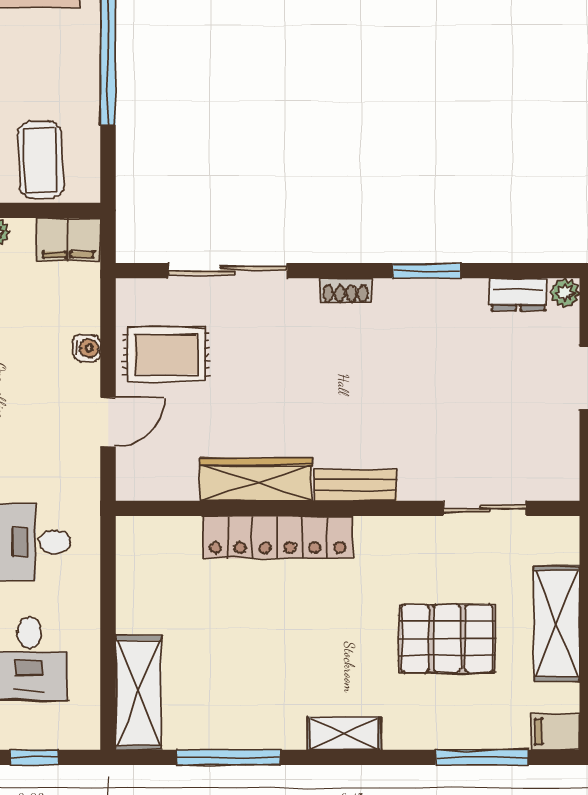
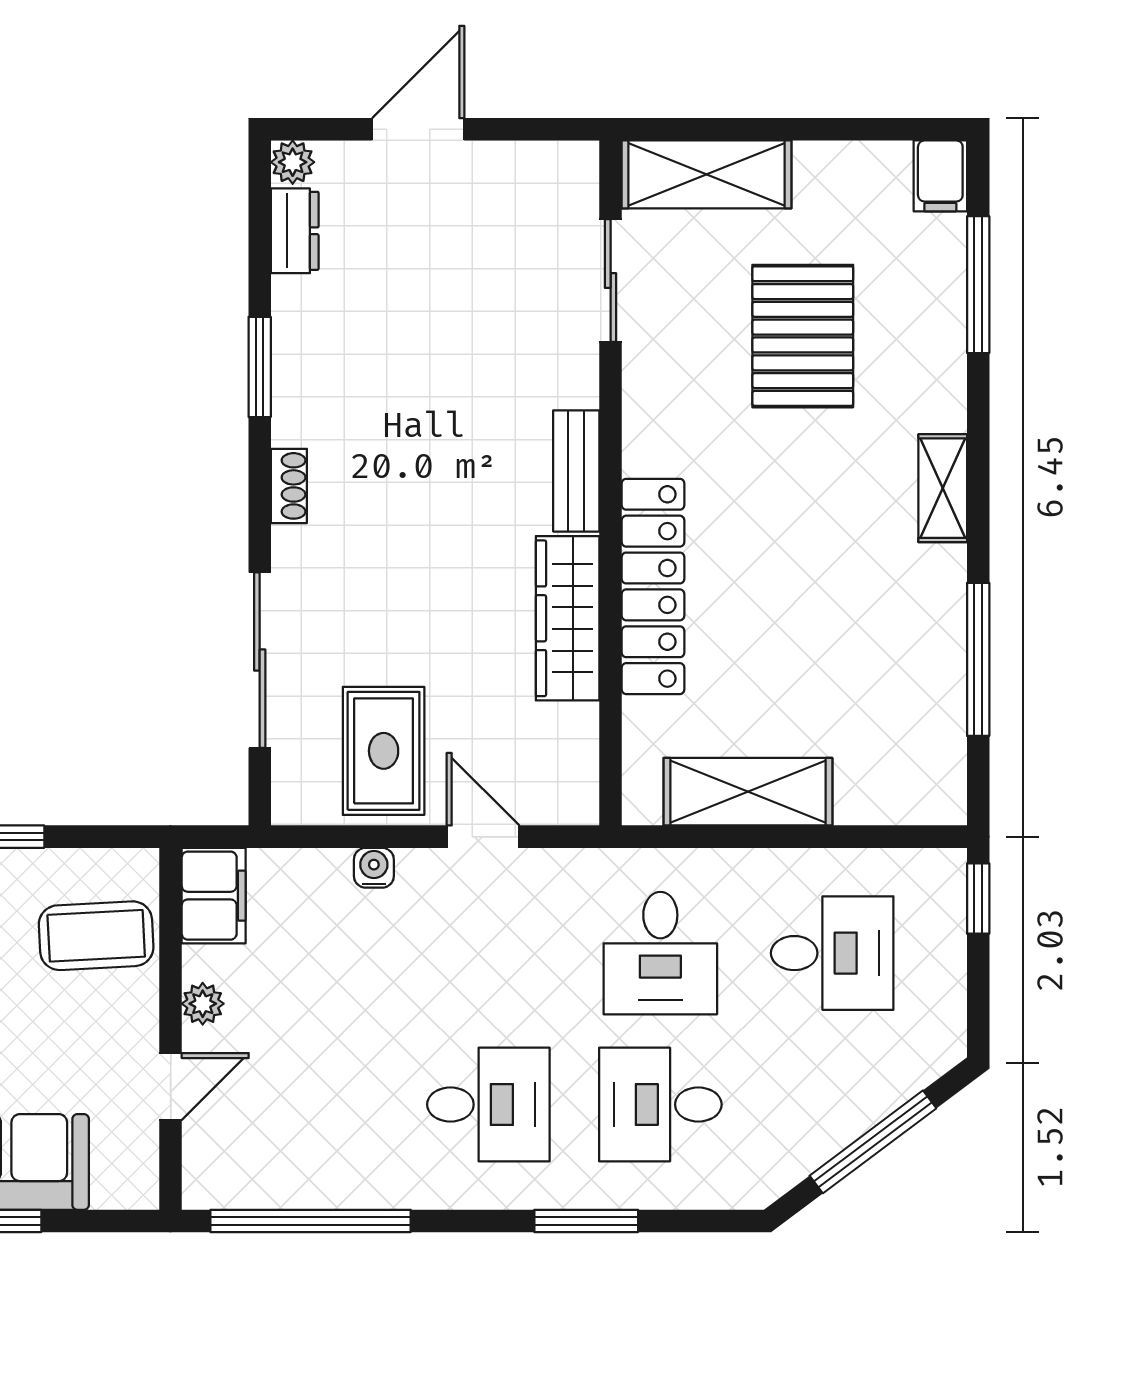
shelving: (557, 623) -> (707, 174), moved
shelving: (138, 693) -> (748, 792), moved
window: (34, 757) -> (978, 899), moved

